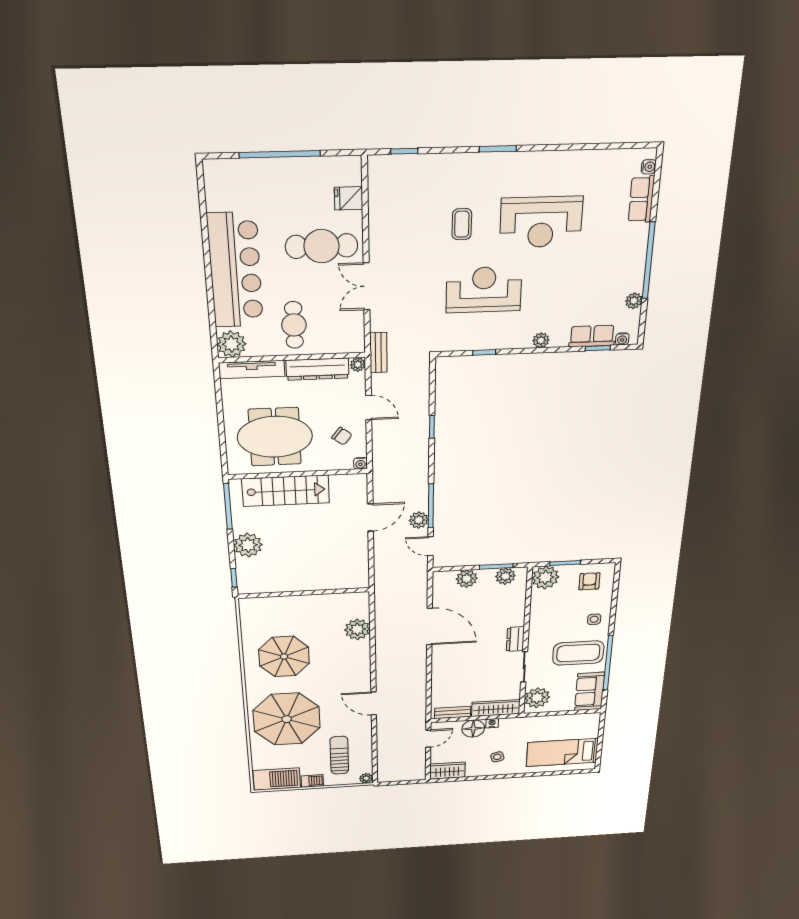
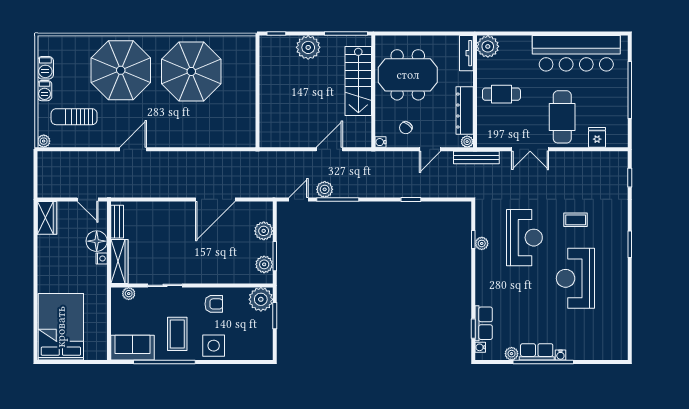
water cooler: (649, 167) -> (560, 355), moved
row of seats: (641, 199) -> (537, 352), moved
bar counter: (235, 270) -> (576, 53), moved
double door: (367, 286) -> (530, 149), swing flipped
plant: (541, 340) -> (482, 243), moved
bench: (378, 353) -> (476, 158), width x1.36
tv unit: (252, 369) -> (466, 53), width x0.71
meeting table: (275, 437) -> (408, 75), turned 90
door: (370, 517) -> (329, 149), swing flipped
armchair: (589, 581) -> (214, 304), moved
side table: (594, 619) -> (214, 346), width x1.87, depth x1.87
plant: (357, 629) -> (216, 136), removed
dresser: (515, 639) -> (197, 276), removed
coffee table: (578, 653) -> (177, 334), width x0.73, depth x0.76
parasol: (284, 657) -> (191, 71), width x1.36, depth x1.36
plant: (537, 698) -> (129, 294), width x0.53, depth x0.53
bed: (562, 752) -> (61, 327), width x1.50
sun lounger: (339, 755) -> (74, 117), turned 180
side table: (497, 757) -> (60, 265), removed
barbecue: (277, 779) -> (45, 68), width x0.53, depth x0.65

